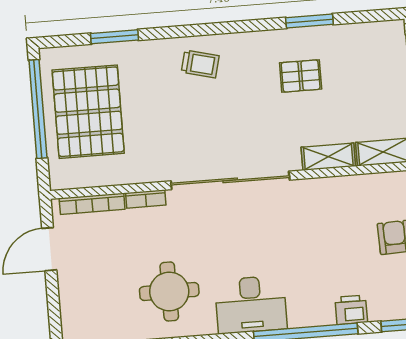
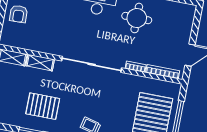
pallet: (301, 76) -> (43, 106), width x1.50, depth x1.42

